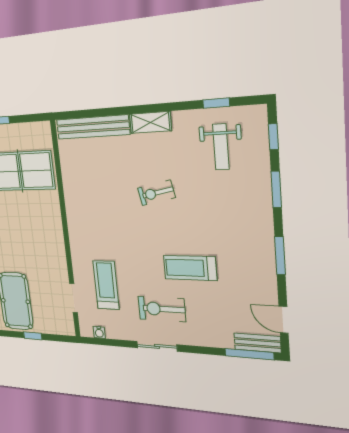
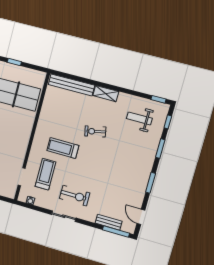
window: (216, 103) -> (158, 99), moved
weight bench: (221, 147) -> (139, 118), turned 90
treadmill: (190, 268) -> (63, 148), moved
exercise bike: (162, 309) -> (75, 196), turned 180
bench: (257, 343) -> (109, 222), moved

